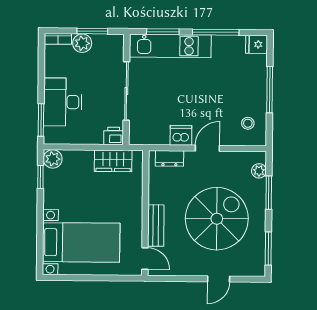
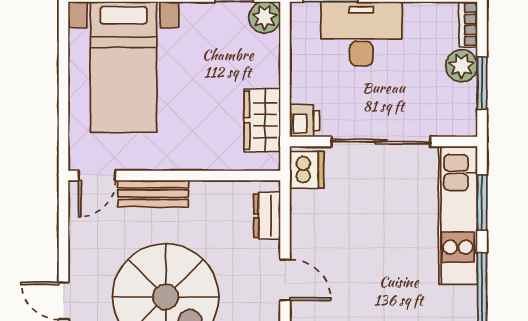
dishwasher: (181, 135) -> (307, 170), moved

